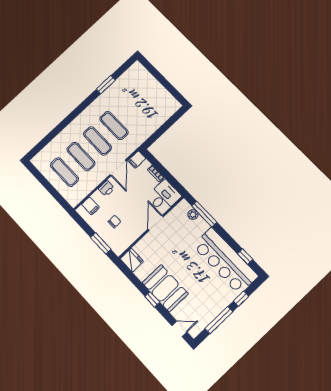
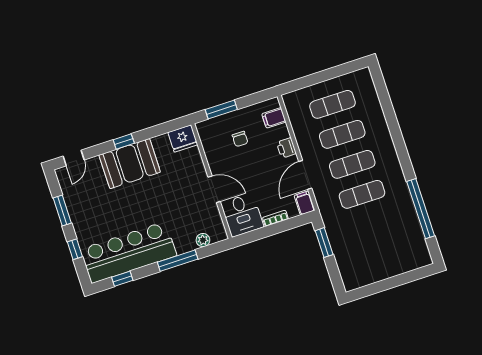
window: (106, 85) -> (421, 209), width x2.11
window: (157, 135) -> (324, 243), added
door: (118, 168) -> (305, 175), hinge flipped
window: (204, 214) -> (178, 261), moved
window: (219, 320) -> (62, 211), width x0.69

